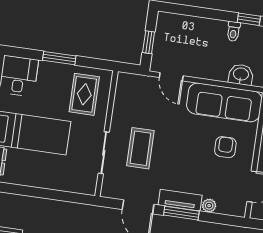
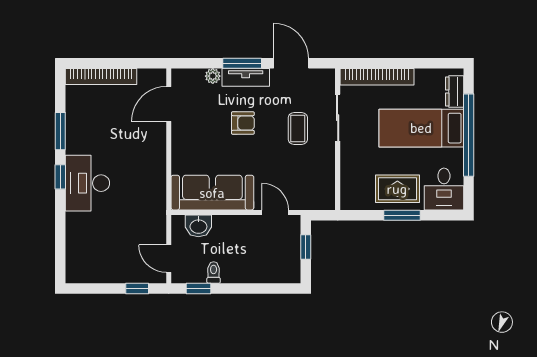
rug: (84, 94) -> (397, 189), moved, turned 90
armchair: (225, 147) -> (243, 123), moved, turned -90
coffee table: (140, 148) -> (298, 129), width x0.73, depth x0.77
bookcase: (64, 184) -> (377, 77), added

